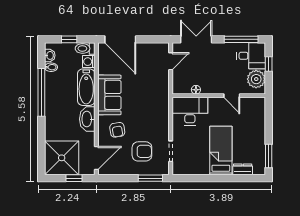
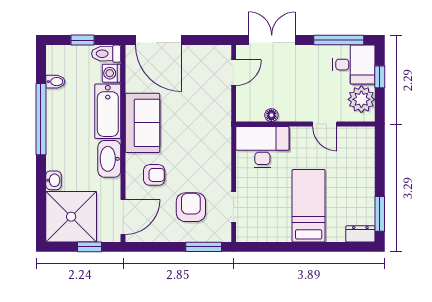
washbasin: (50, 55) -> (53, 180), moved
armchair: (117, 130) -> (154, 175), turned -81
armchair: (142, 151) -> (191, 207), turned -90
dresser: (243, 169) -> (360, 234), moved

